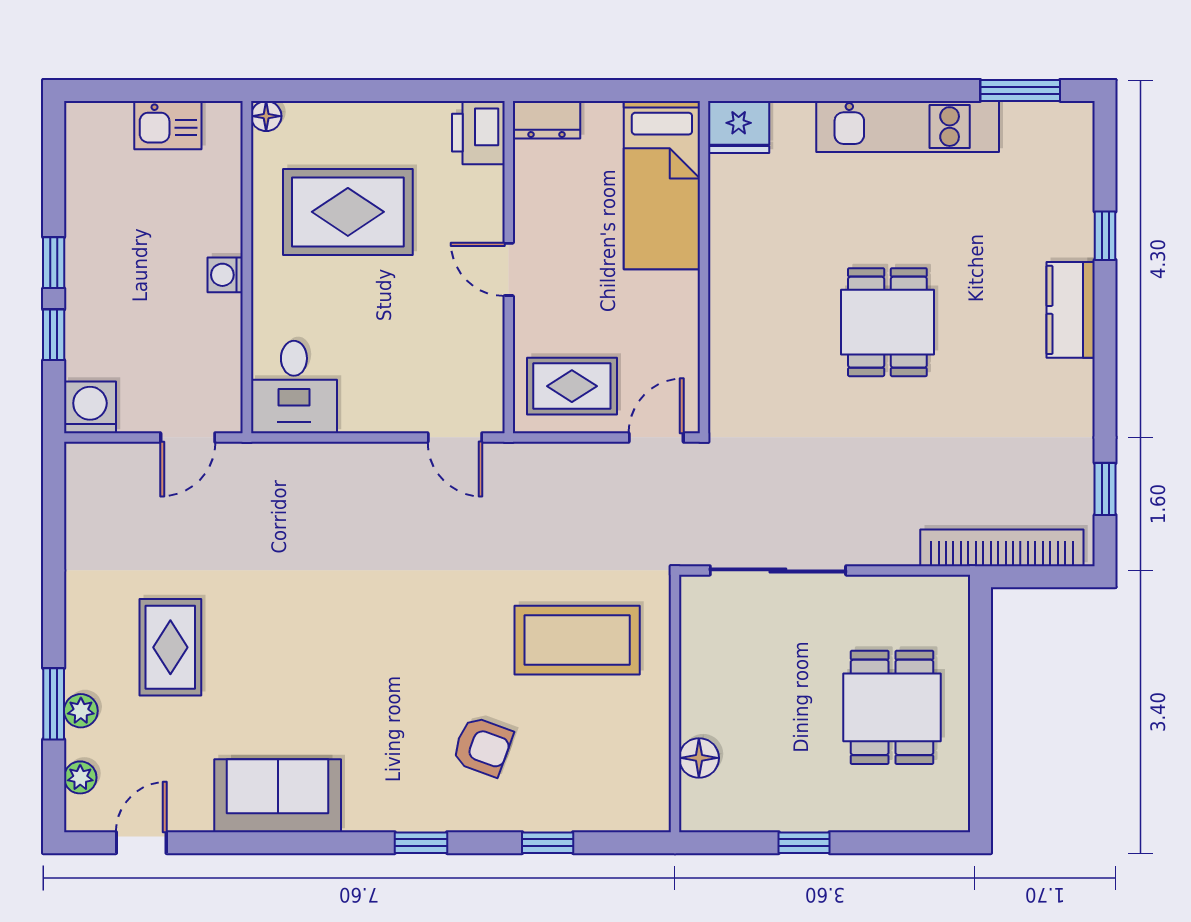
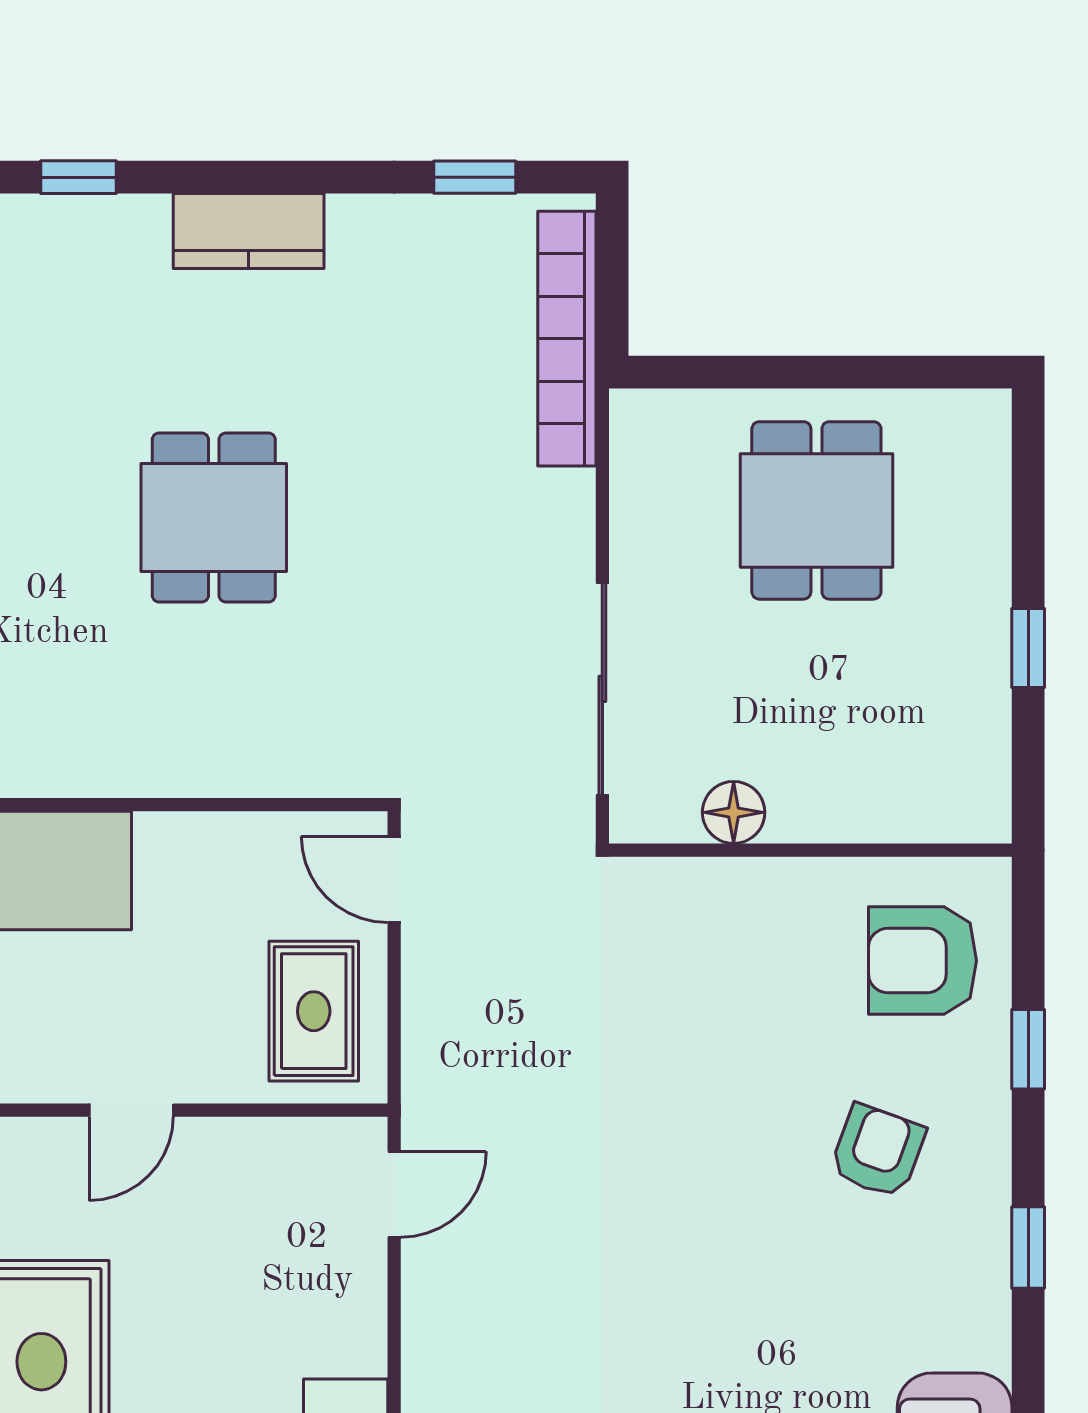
kitchen counter: (1071, 310) -> (249, 231), moved
dining table: (887, 322) -> (214, 518), turned 90
coffee table: (577, 640) -> (711, 1003), removed
dining table: (892, 707) -> (816, 510), turned 90
floor lamp: (699, 758) -> (734, 812), moved
armchair: (604, 775) -> (922, 961), added

